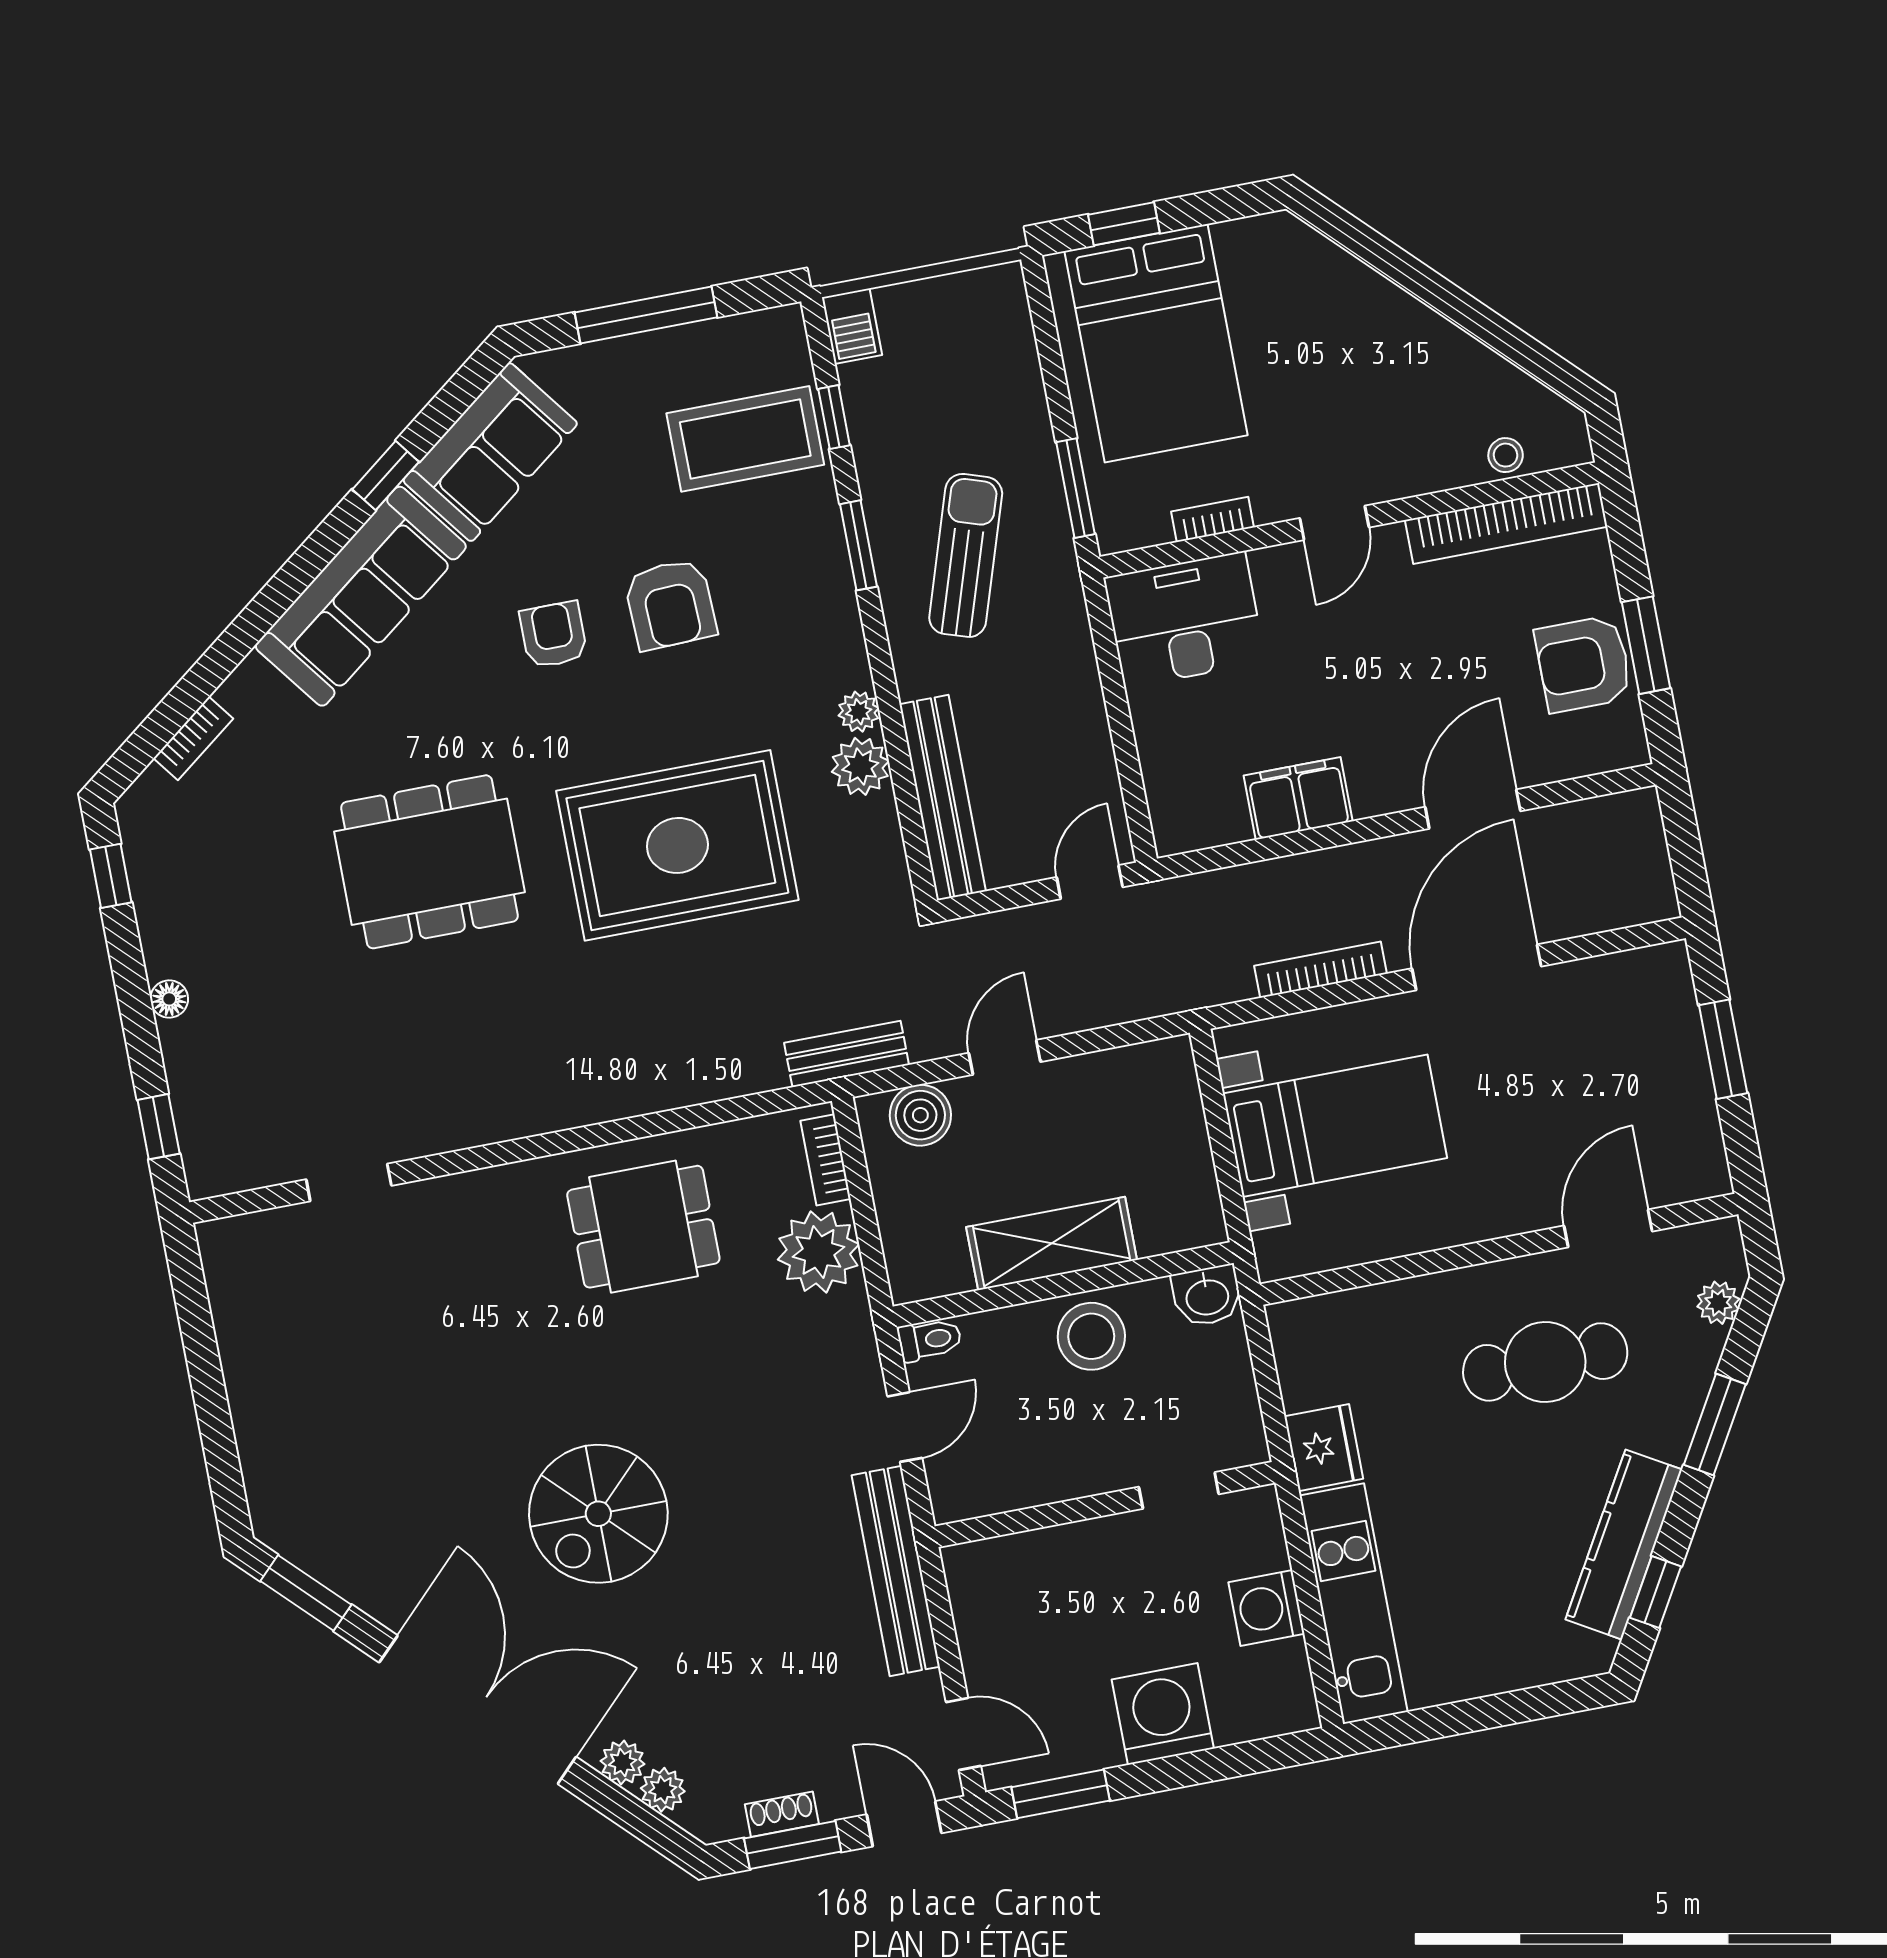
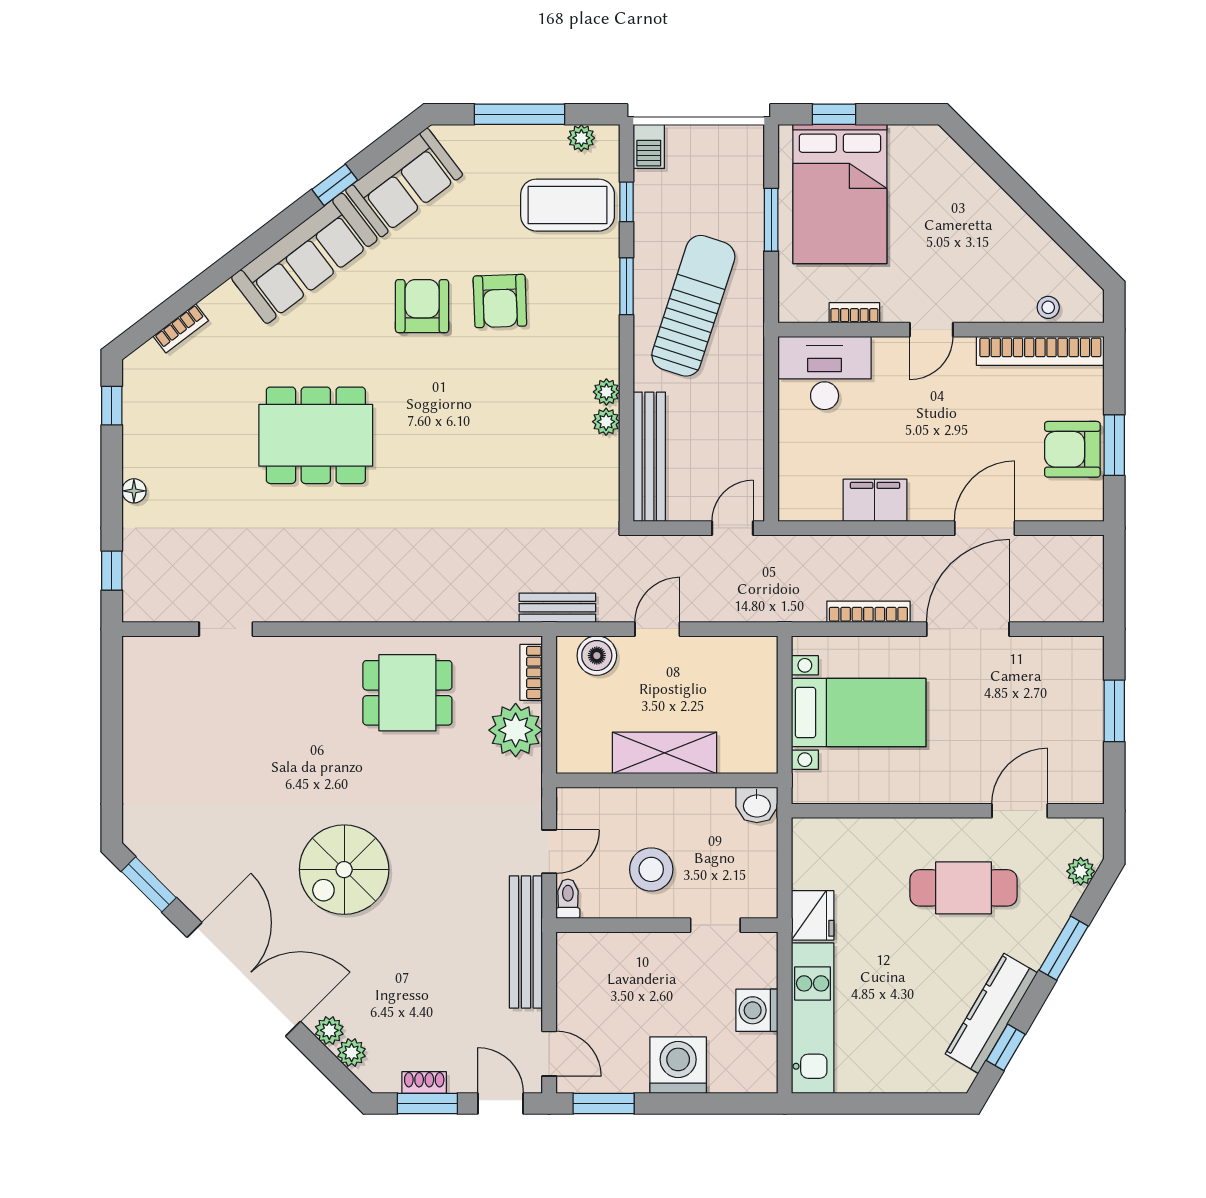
plant: (747, 333) -> (581, 138), added
window: (1075, 488) -> (771, 220), moved
sun lounger: (966, 555) -> (693, 306), width x1.36, depth x1.34
armchair: (553, 635) -> (422, 306), width x1.38, depth x1.38
plant: (860, 766) -> (606, 422), width x0.73, depth x0.73
rug: (677, 845) -> (475, 455), removed
stool: (1091, 1336) -> (651, 869), moved
toilet: (930, 1340) -> (568, 899), moved, turned -90

